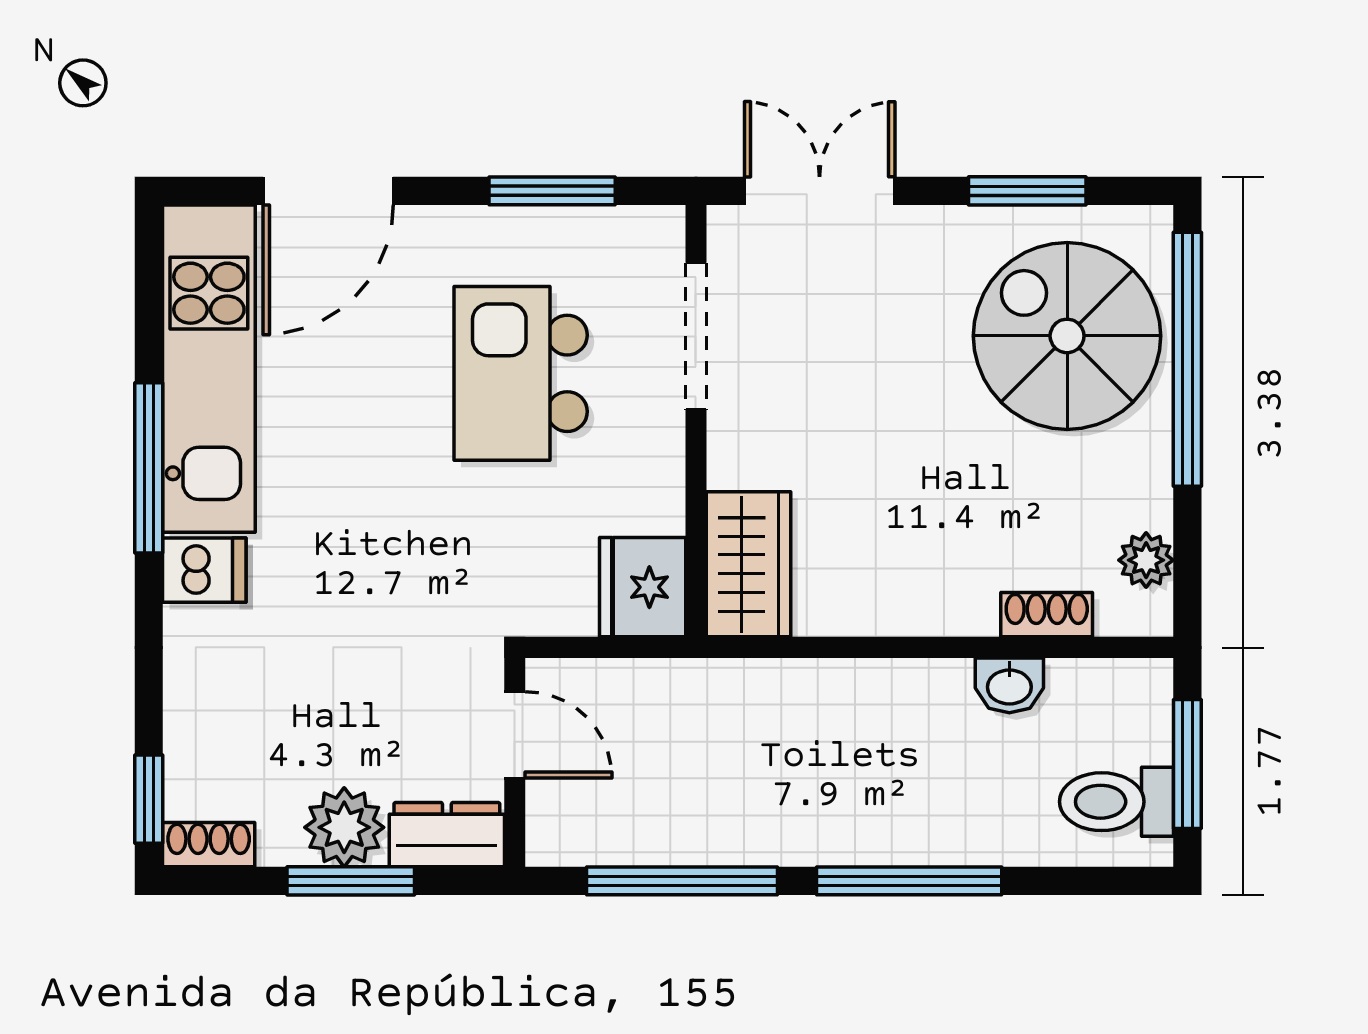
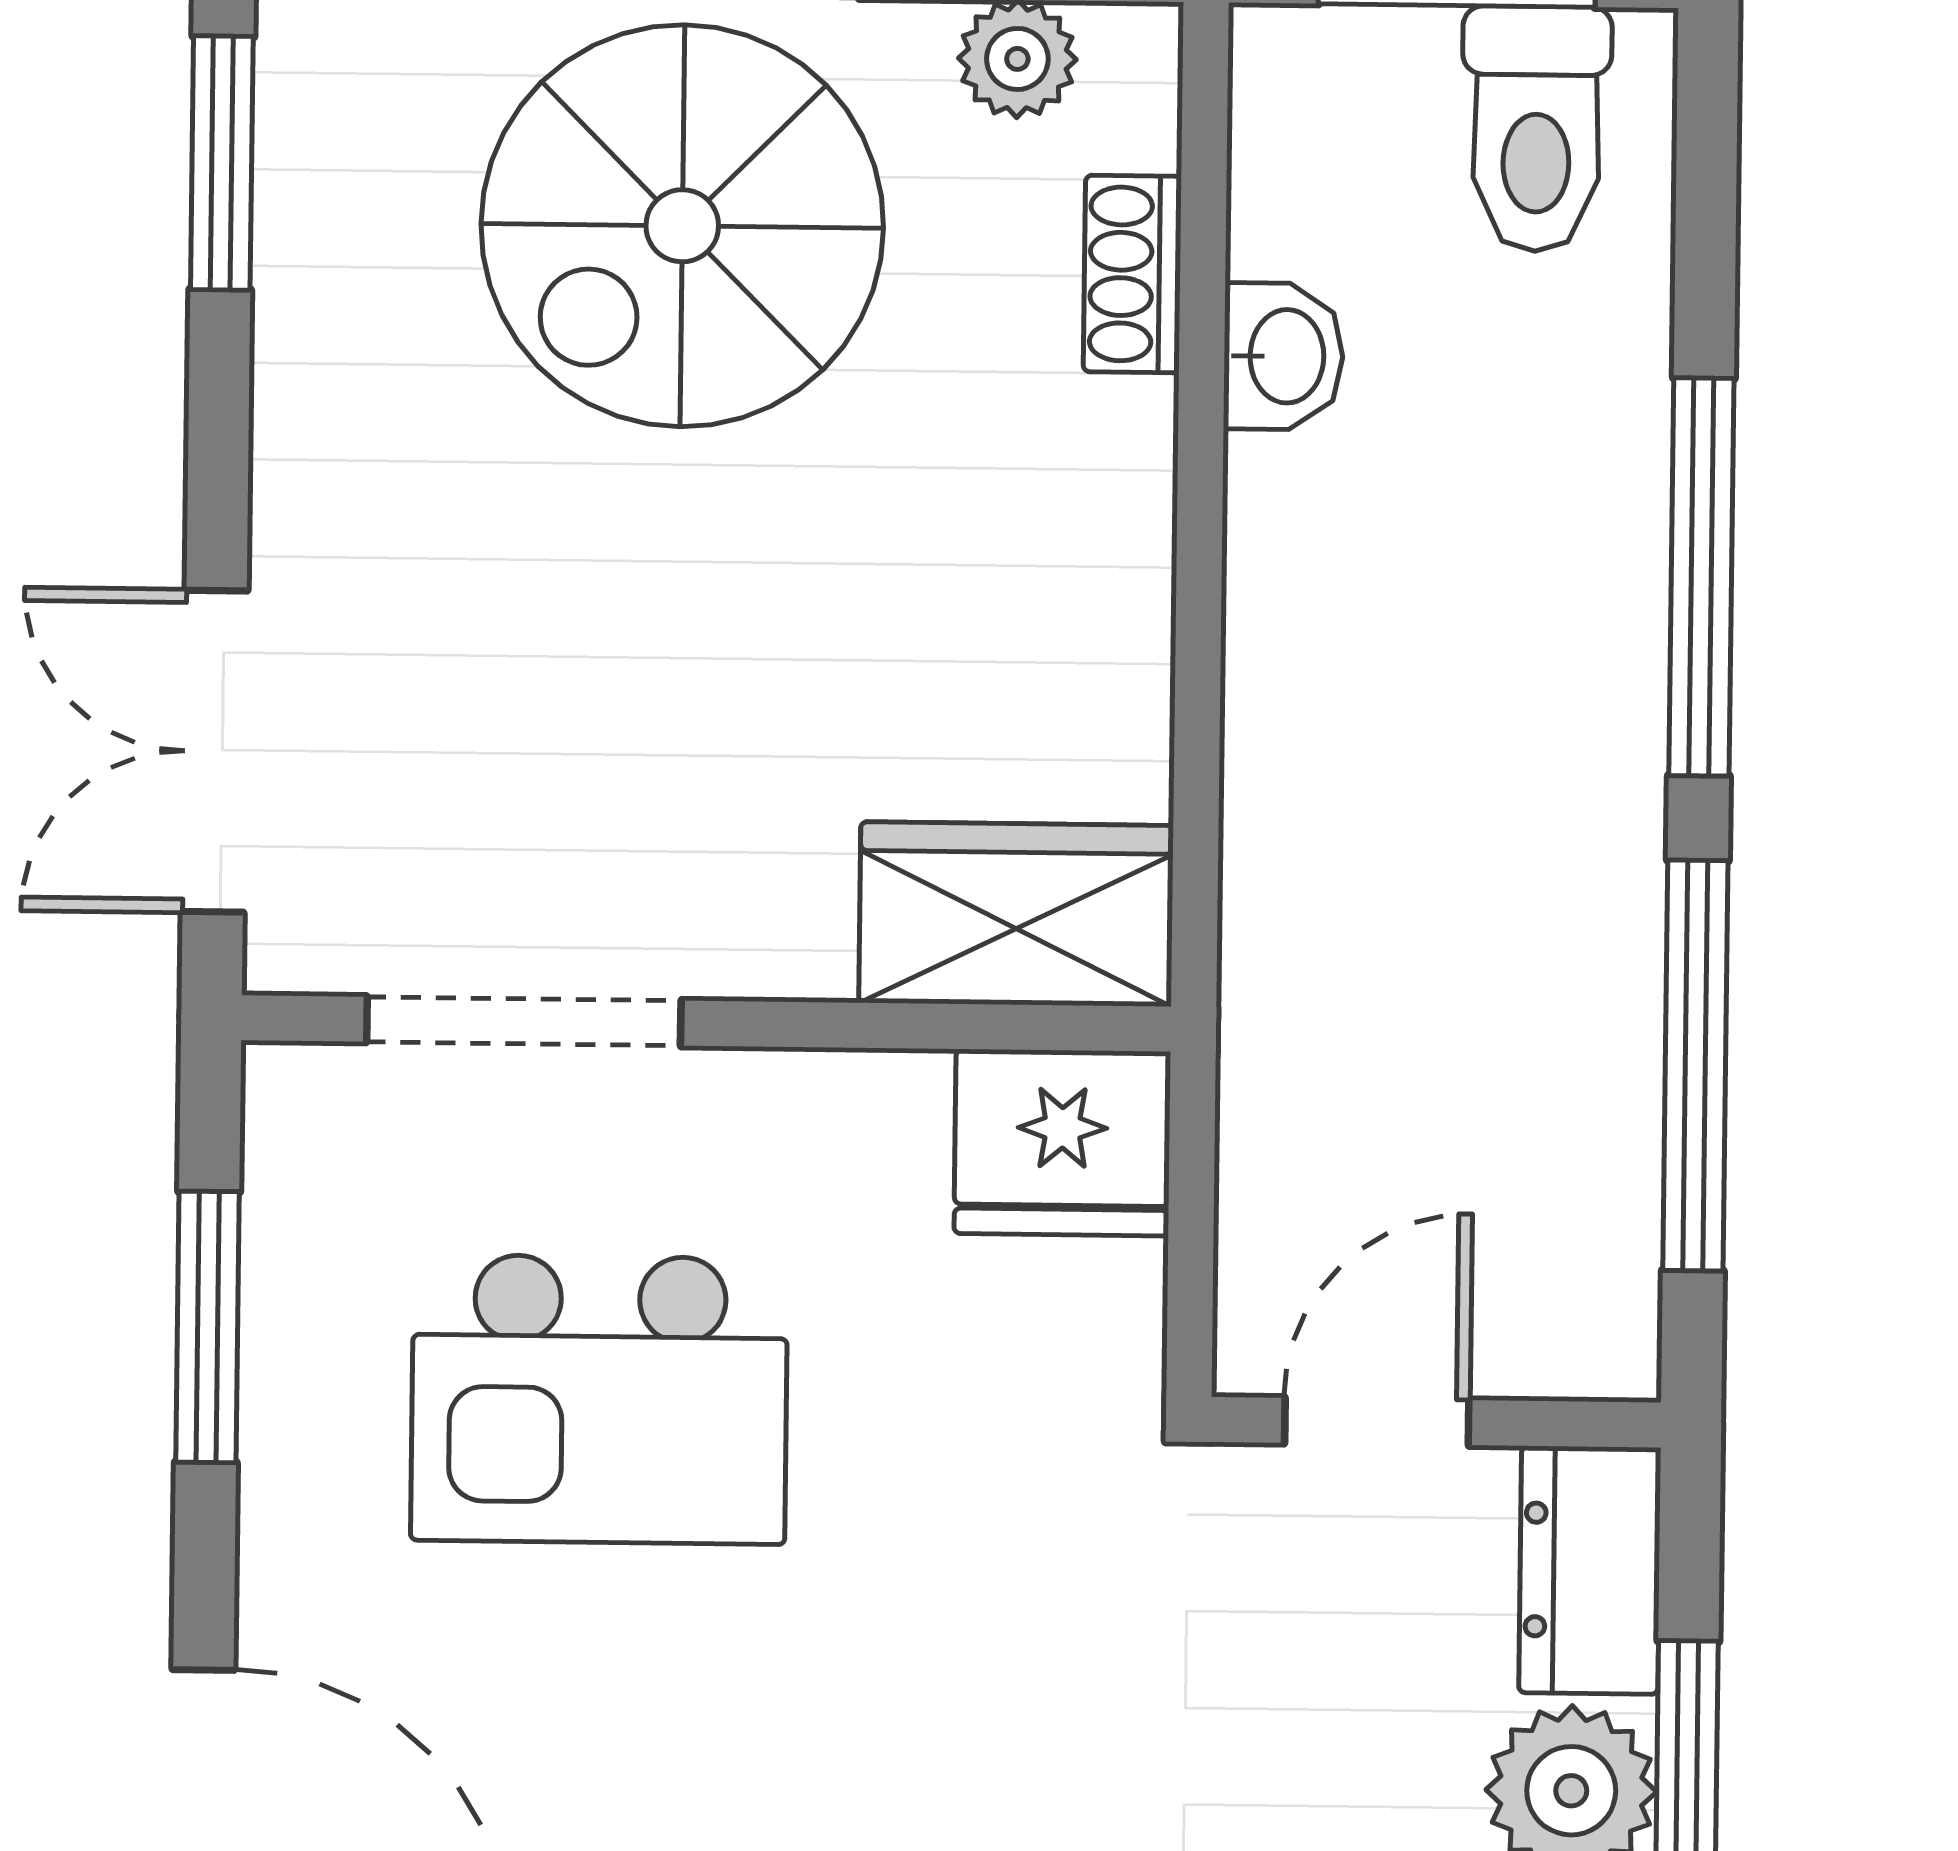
window: (1027, 191) -> (222, 163), moved
spiral stairs: (1067, 336) -> (682, 226), moved

